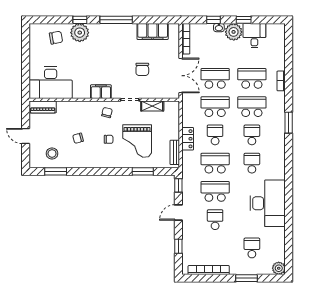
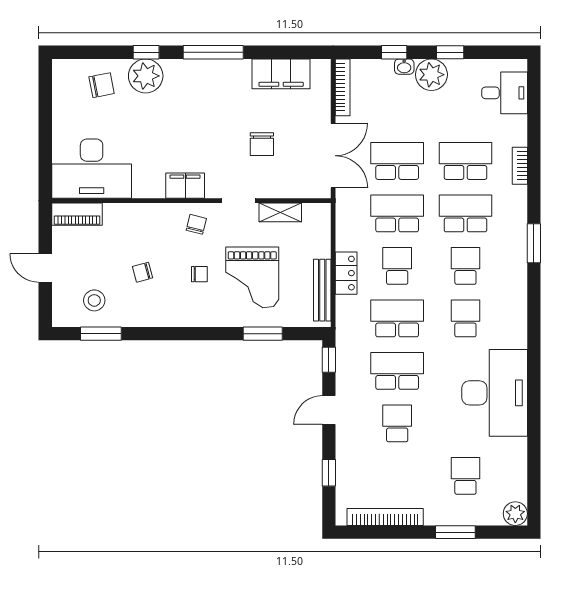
desk: (254, 36) -> (505, 93), moved, turned 90
bench: (175, 152) -> (322, 290), width x1.36

